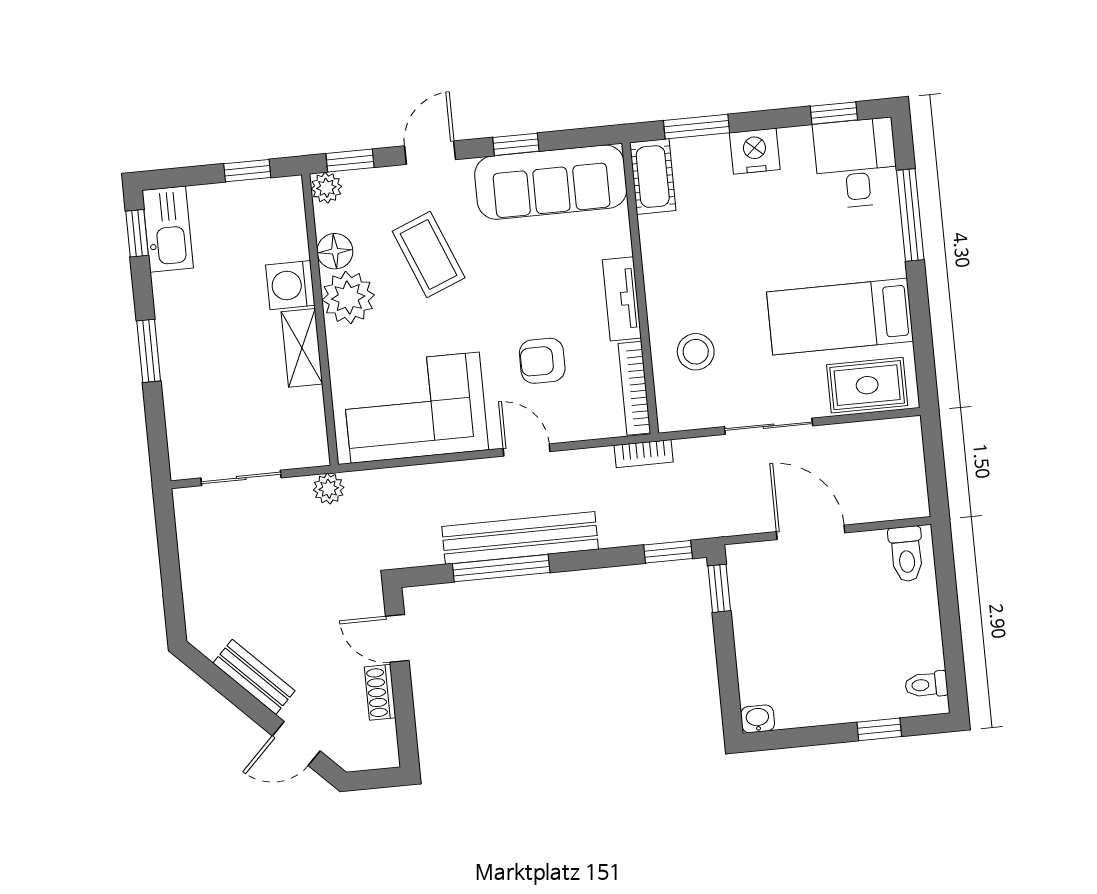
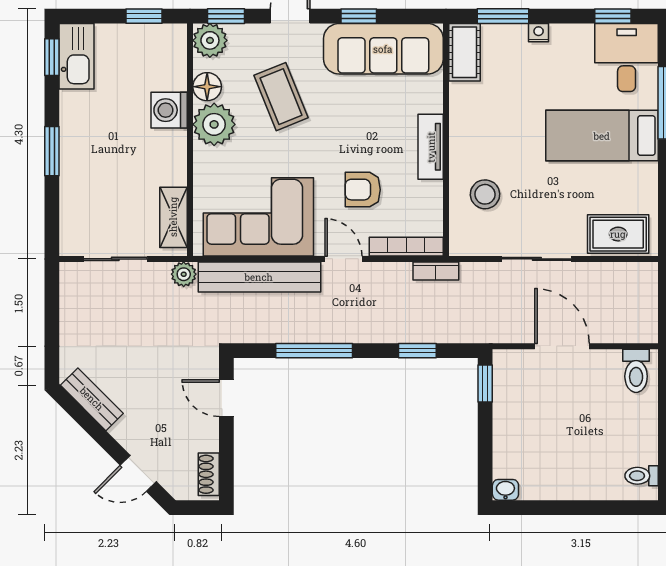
nightstand: (755, 151) -> (539, 33), width x0.53, depth x0.56
plant: (326, 188) -> (210, 40), width x1.38, depth x1.38
bed: (840, 317) -> (602, 136), moved
shelving: (302, 348) -> (173, 217), moved
bookcase: (634, 388) -> (406, 247), moved, turned 90
bench: (520, 538) -> (259, 277), moved
window: (668, 552) -> (417, 351), moved
bench: (254, 677) -> (92, 399), moved
shoe rack: (380, 692) -> (209, 474), moved
window: (879, 729) -> (601, 508), removed

